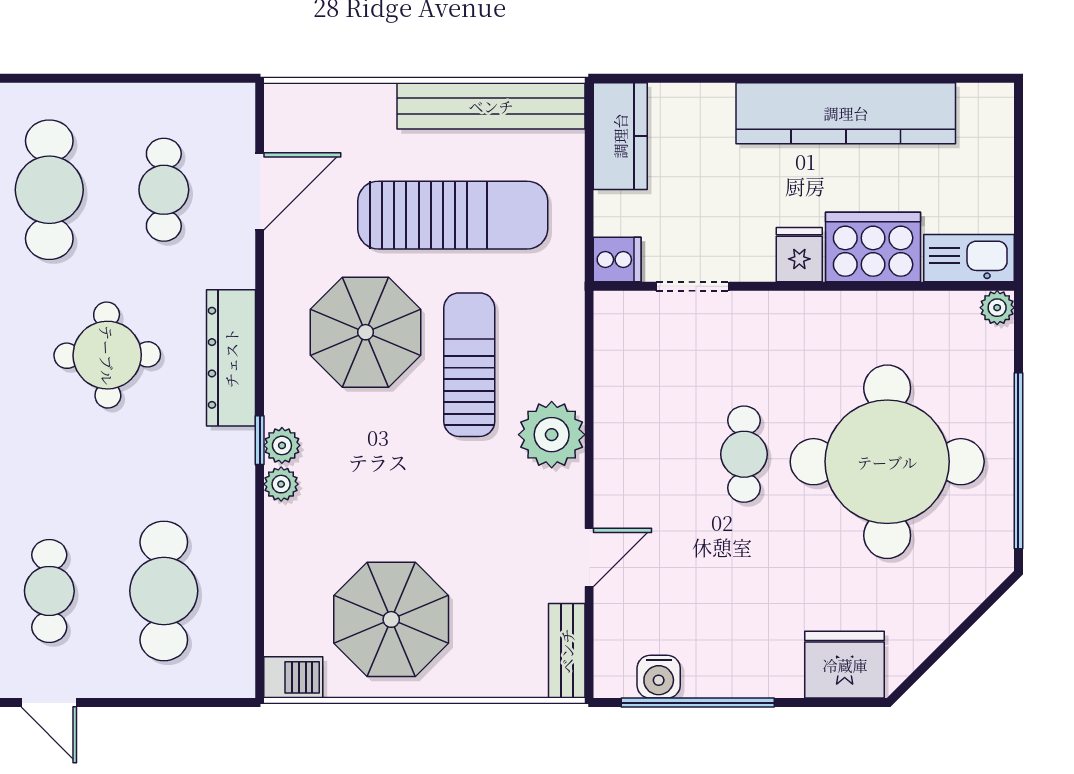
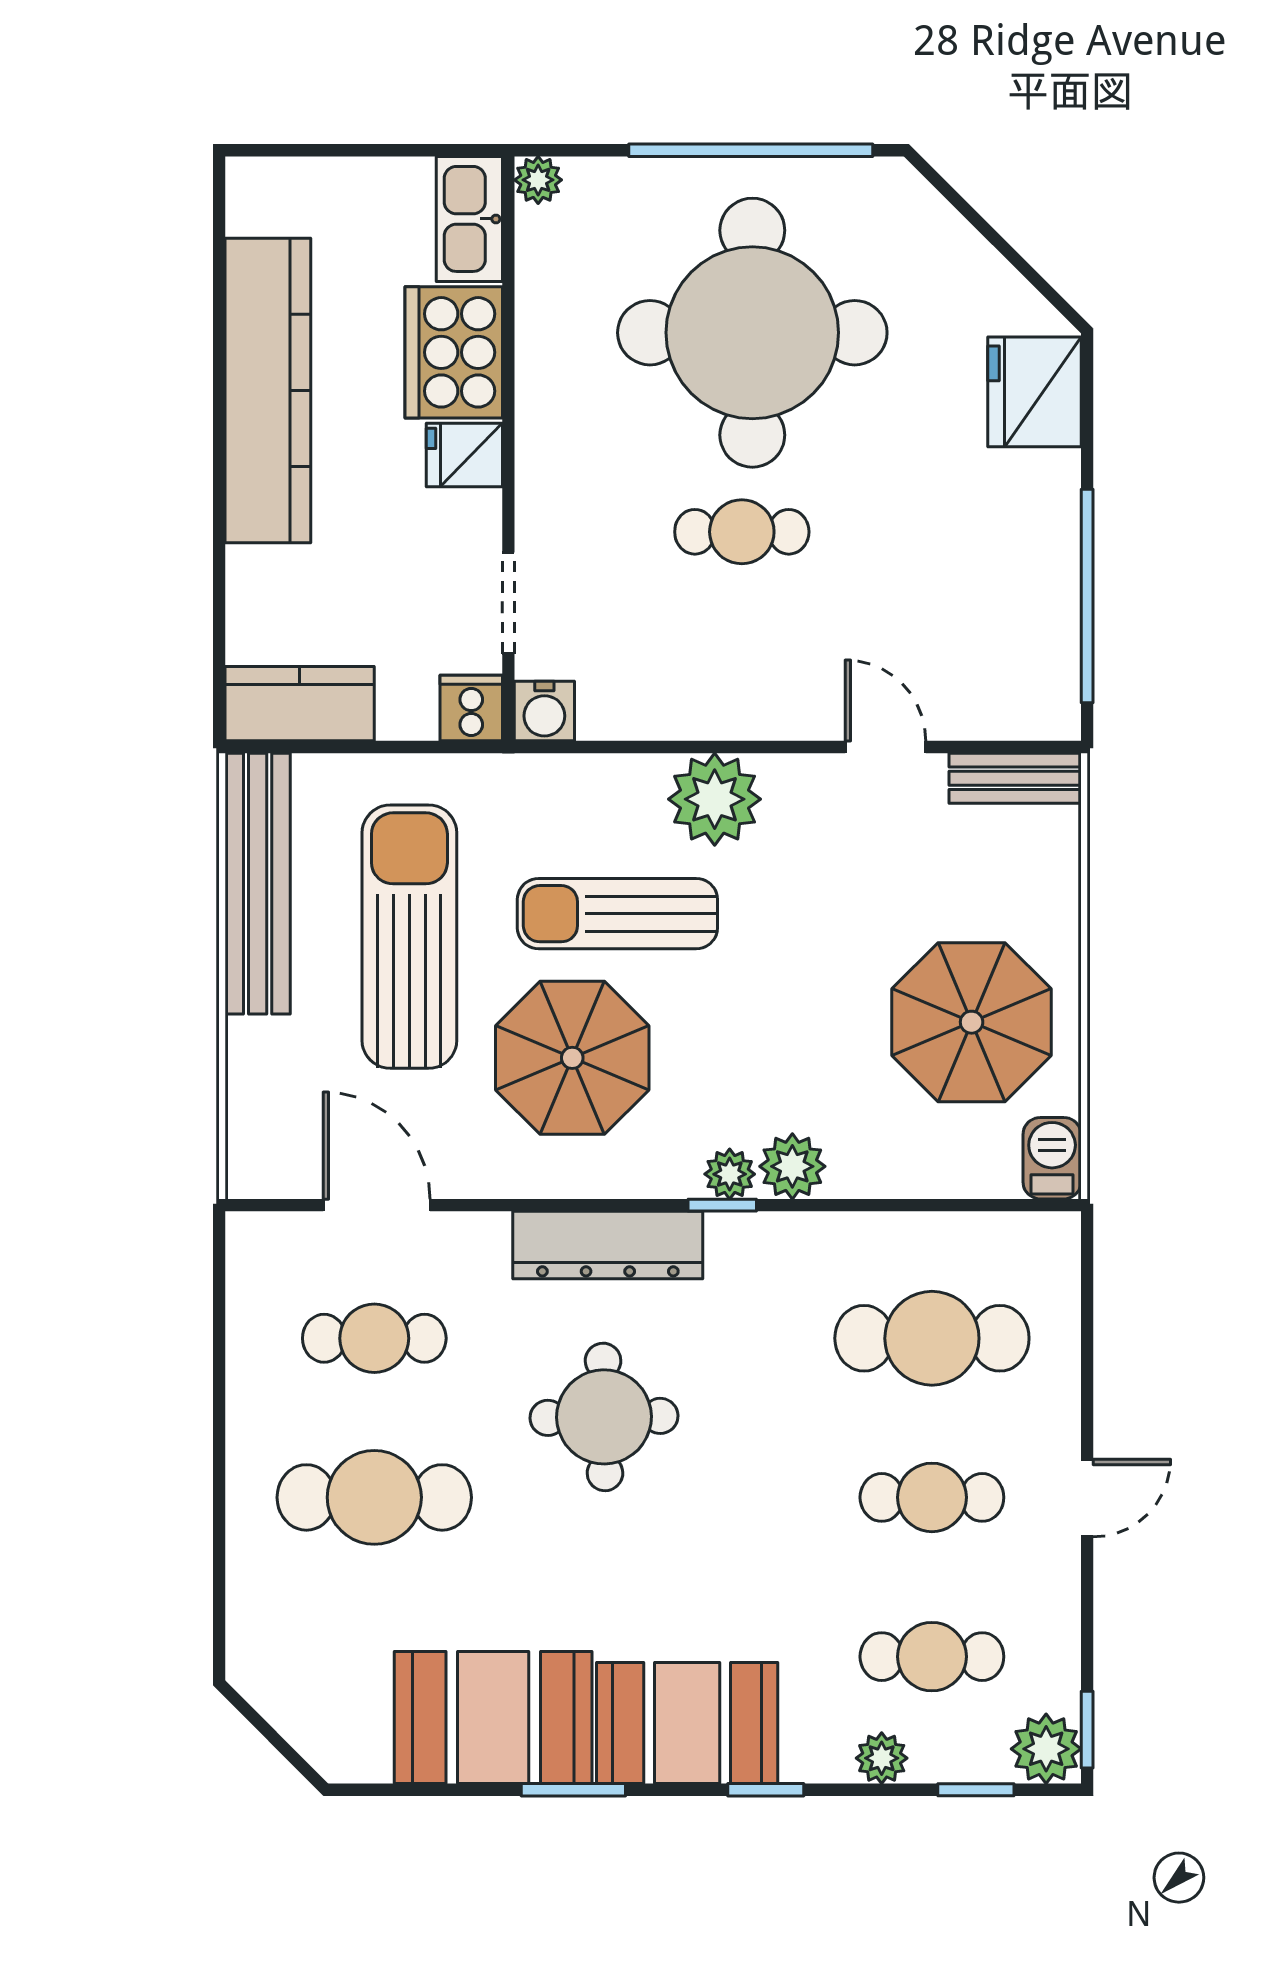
plant: (281, 484) -> (792, 1166), width x1.38, depth x1.38
water cooler: (659, 677) -> (544, 711), moved, turned 90

